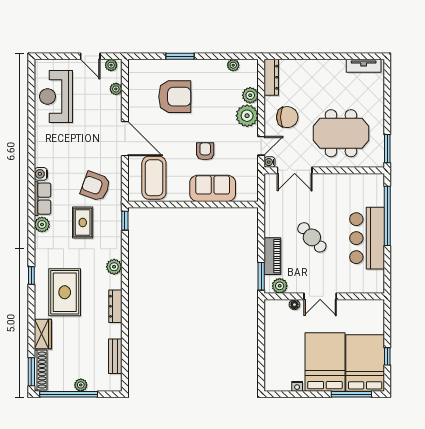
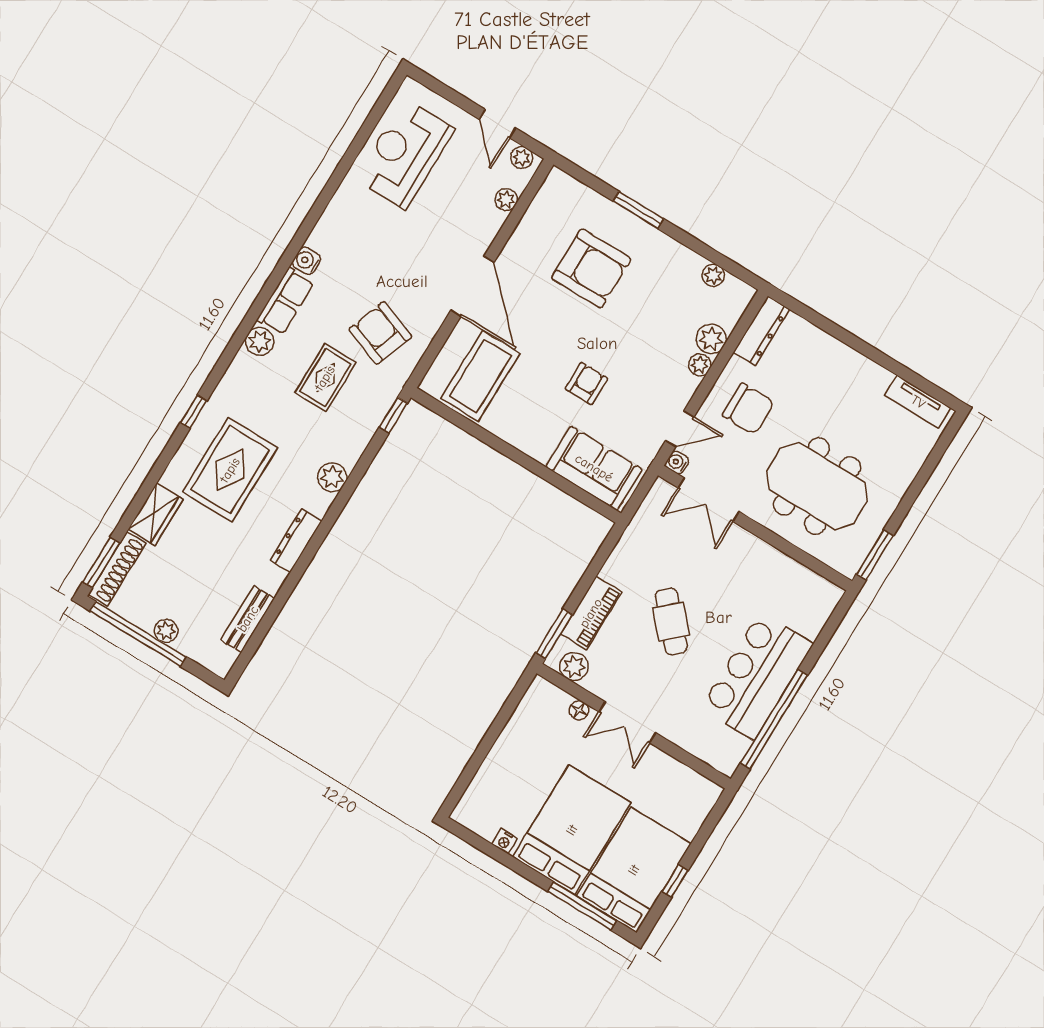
plant: (247, 116) -> (700, 365), width x0.53, depth x0.53
sofa: (213, 188) -> (594, 468), moved
window: (387, 216) -> (774, 719), moved

